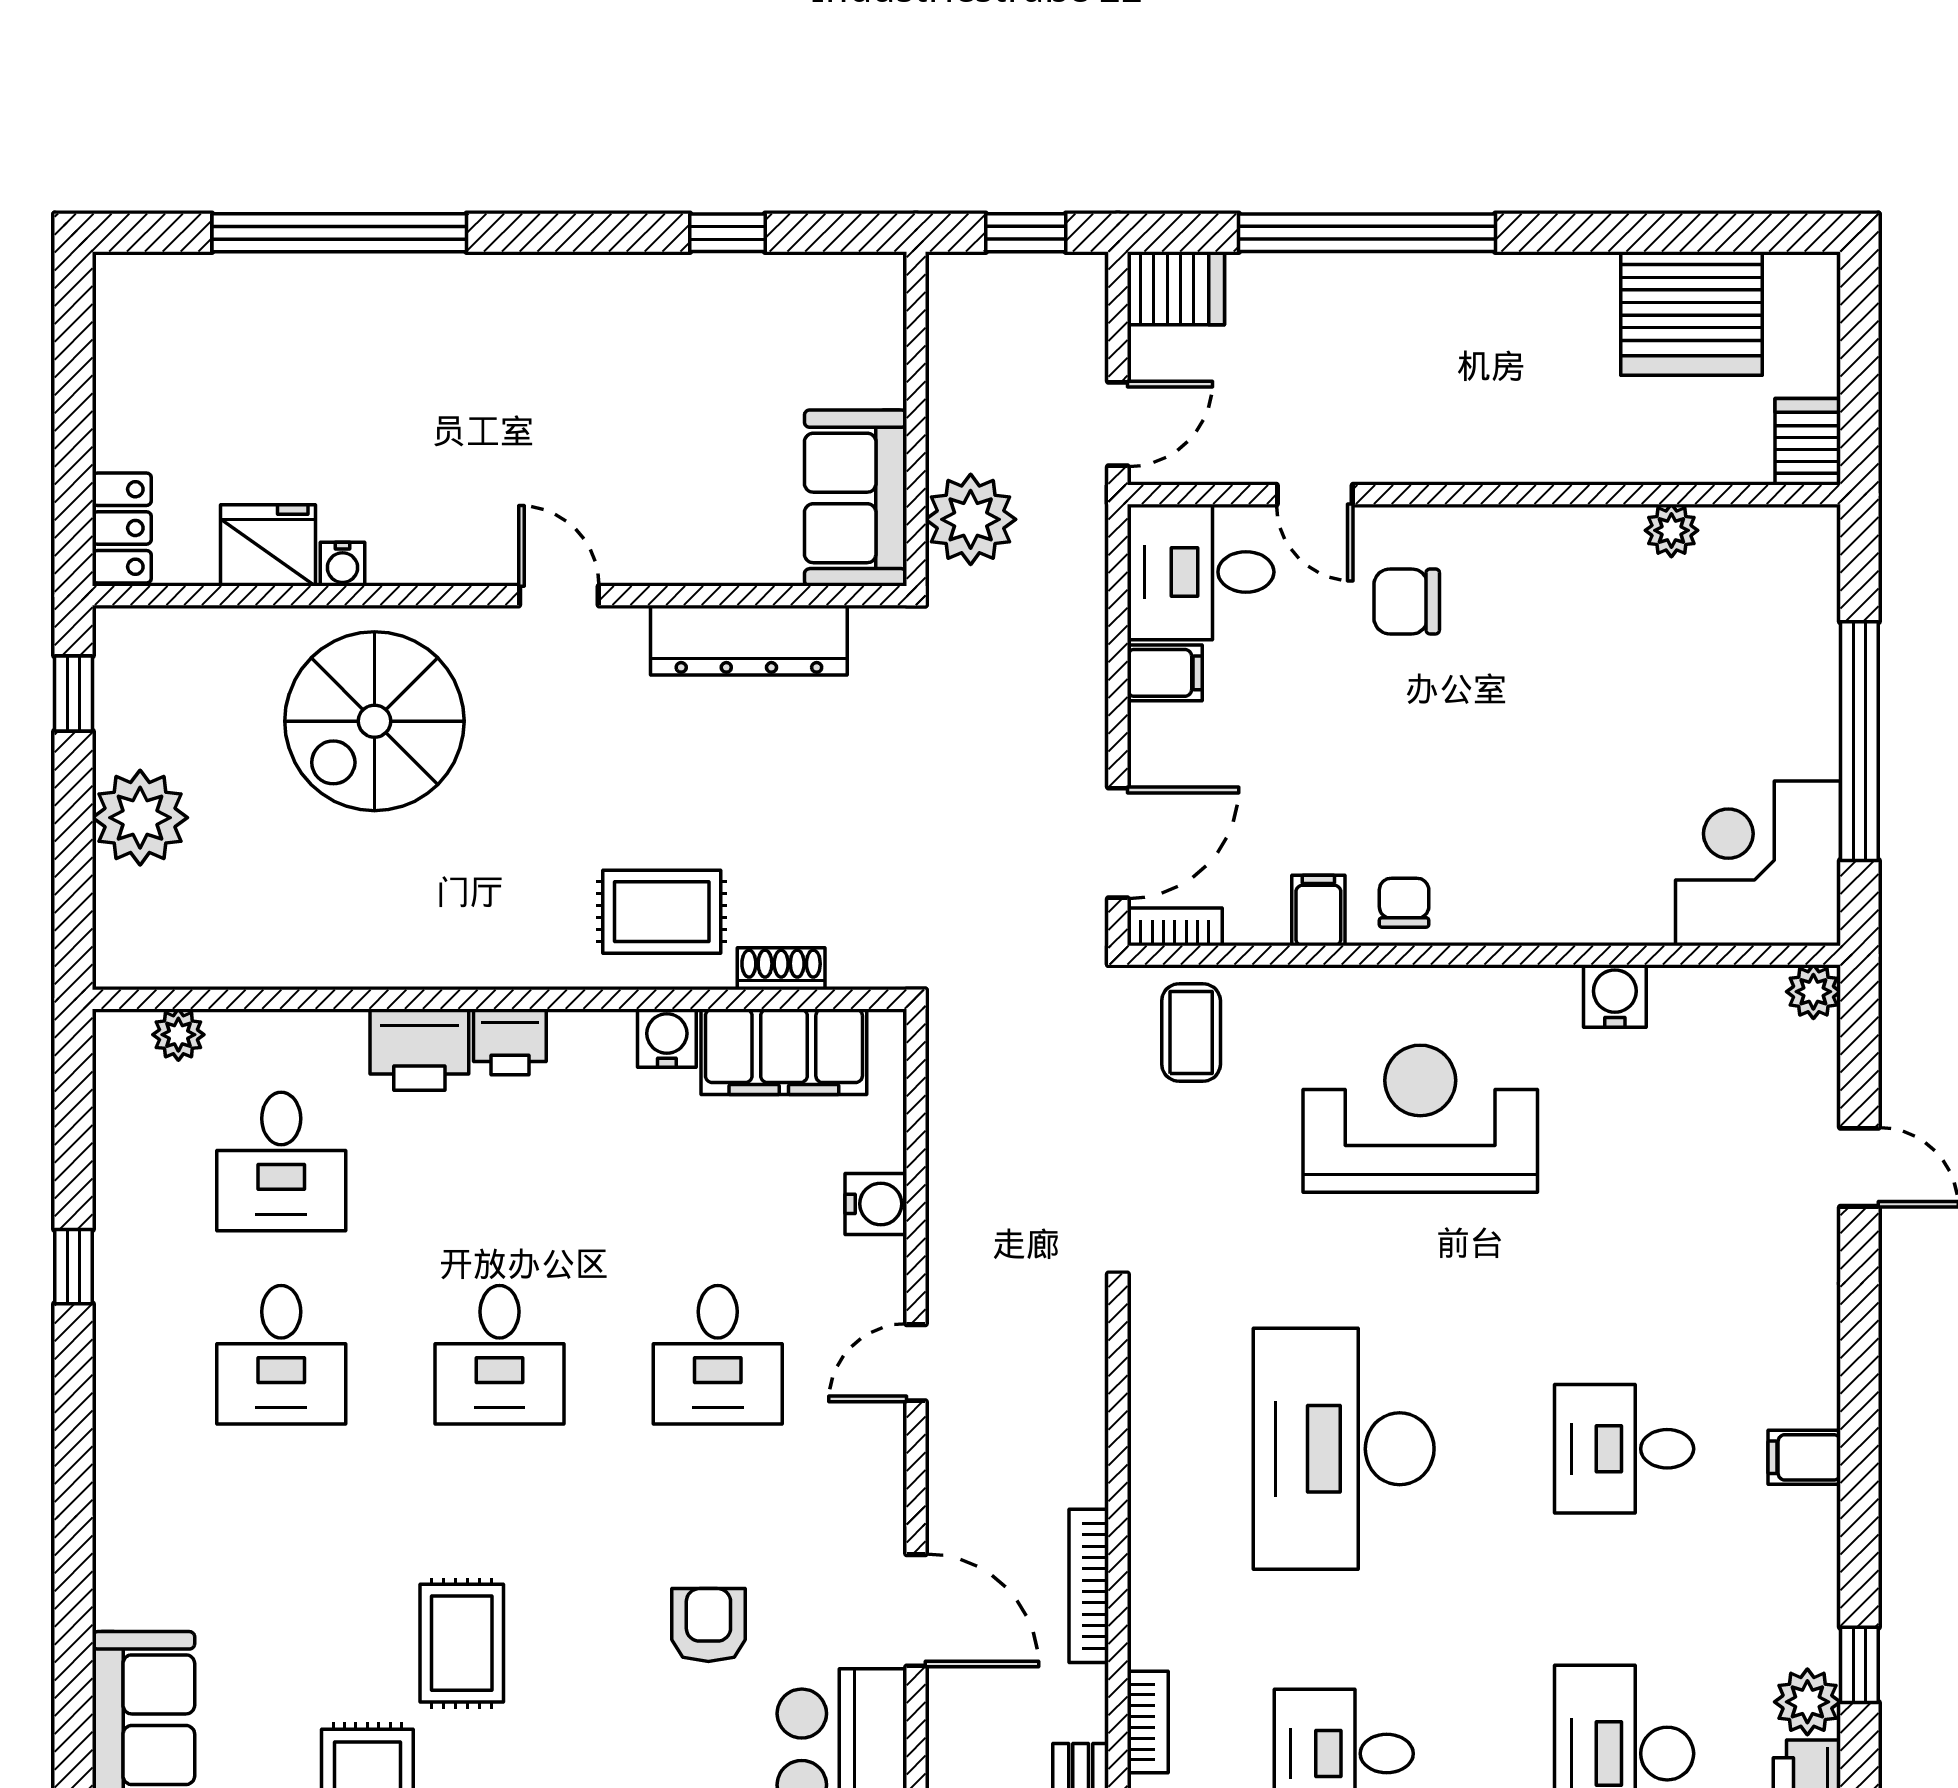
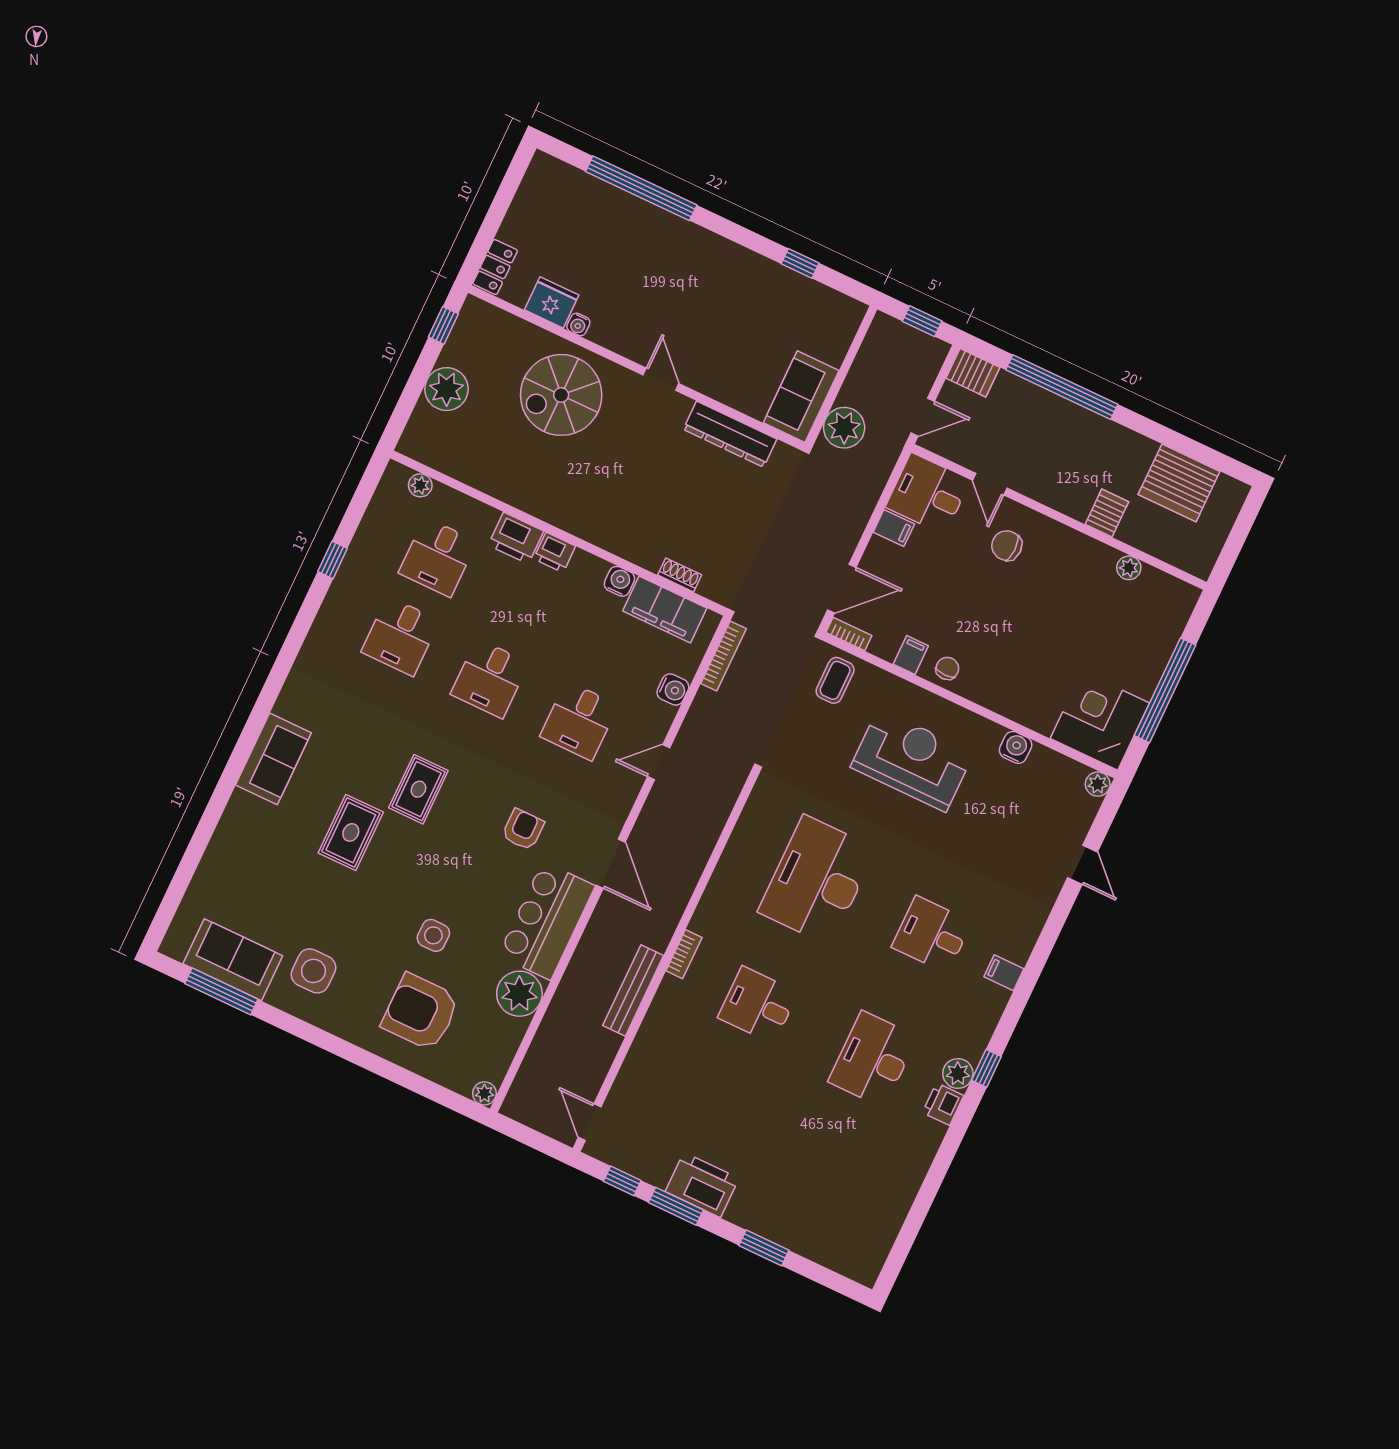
server rack: (1808, 442) -> (1107, 513), moved
rug: (662, 912) -> (642, 528), removed
bookcase: (1089, 1586) -> (723, 656), moved, turned 180

